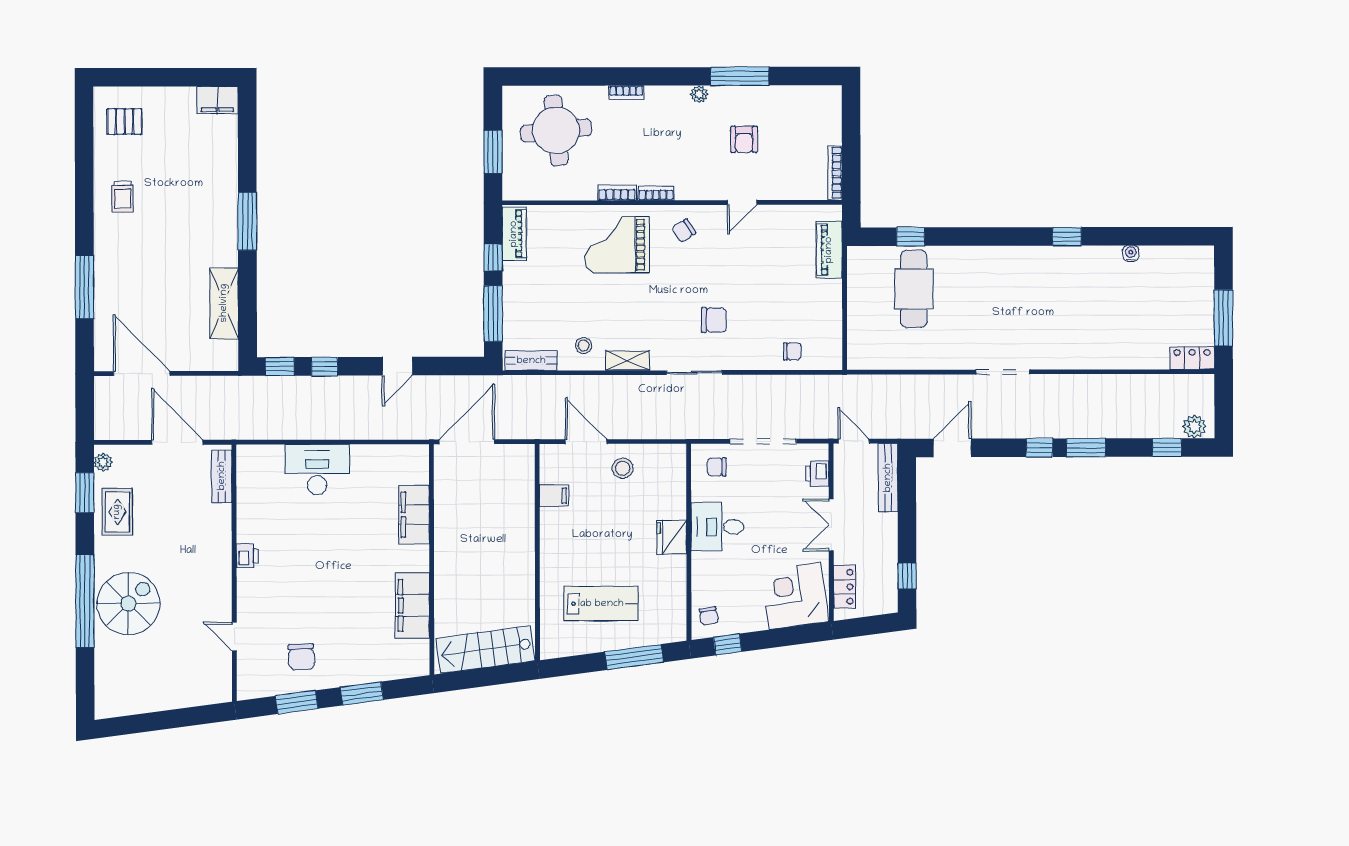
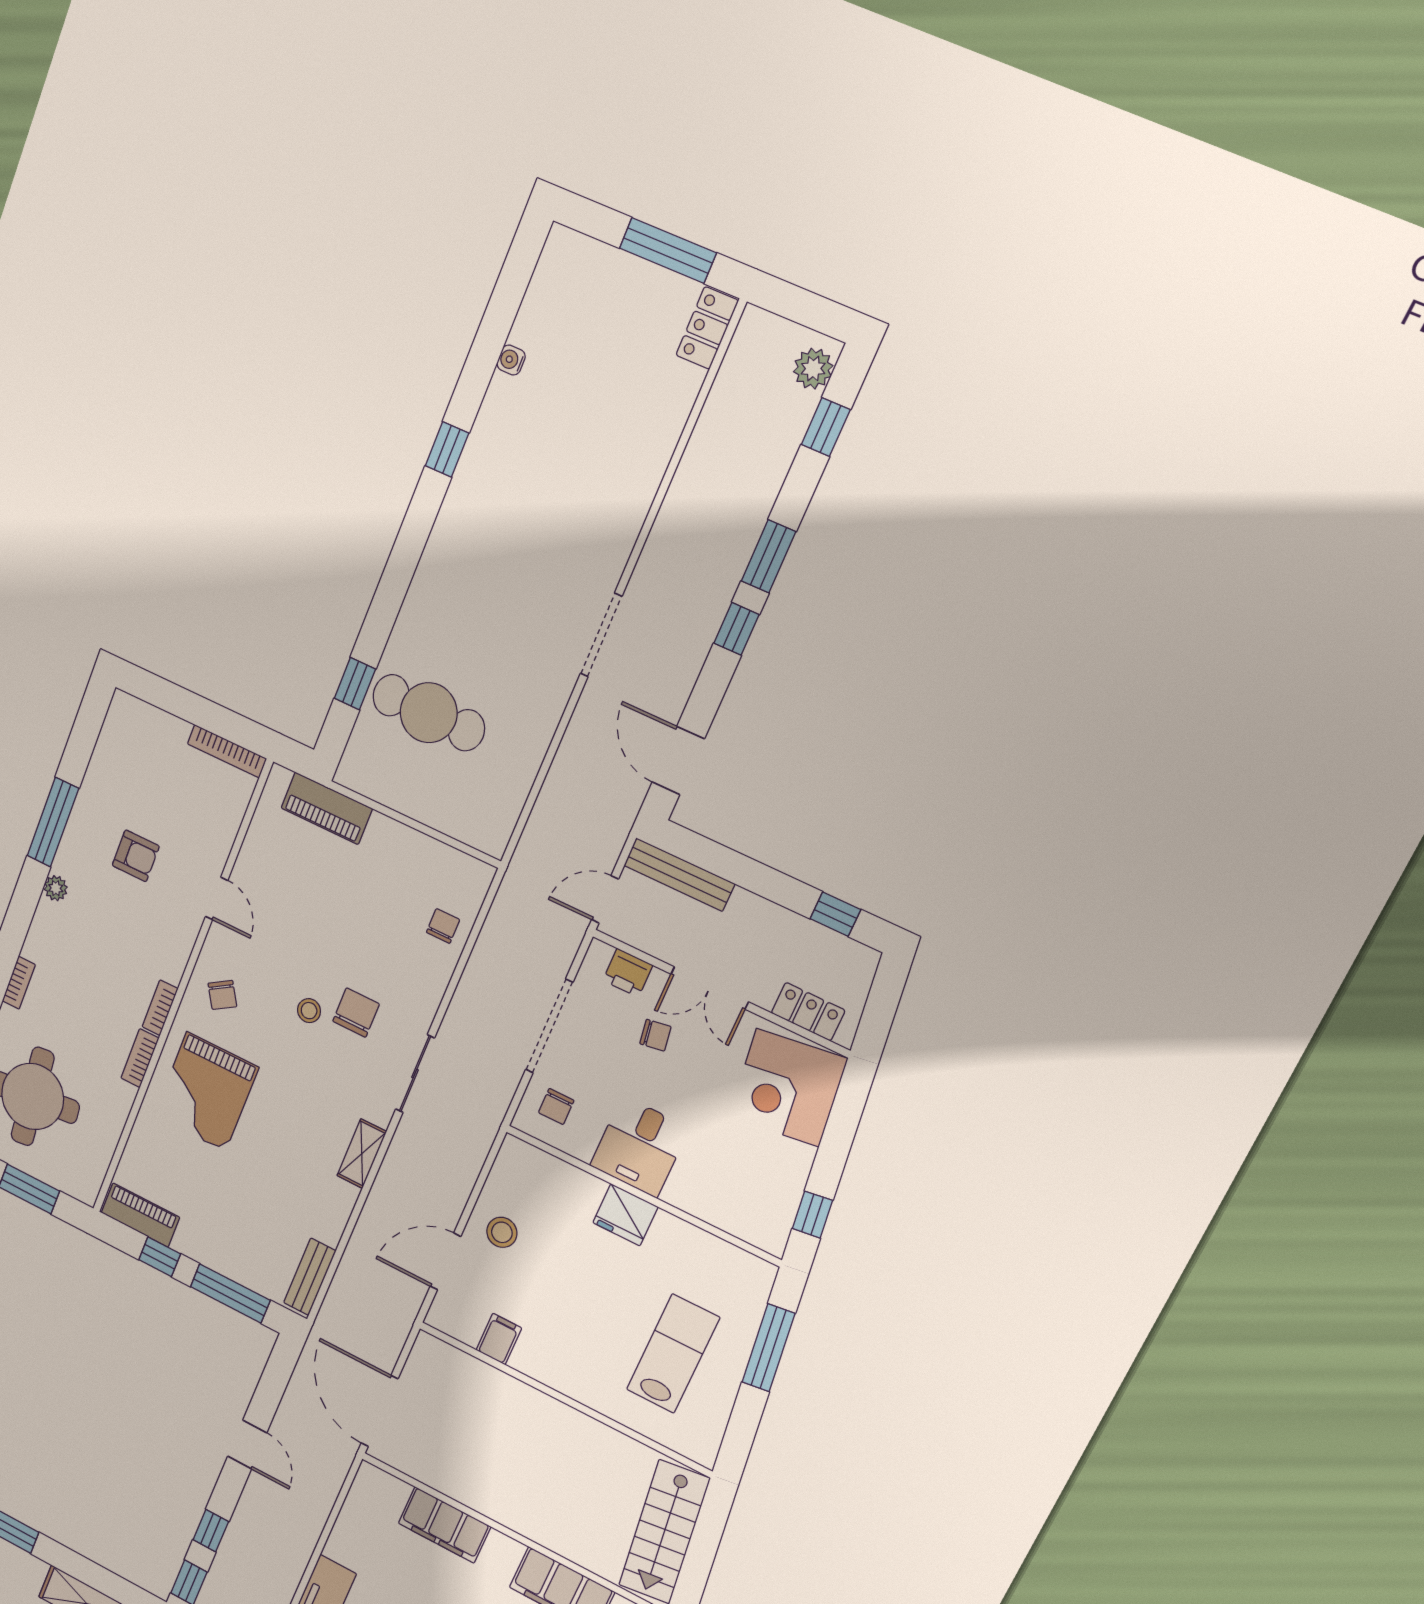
stool: (584, 346) -> (309, 1011), moved
chair: (709, 616) -> (655, 1035), moved

